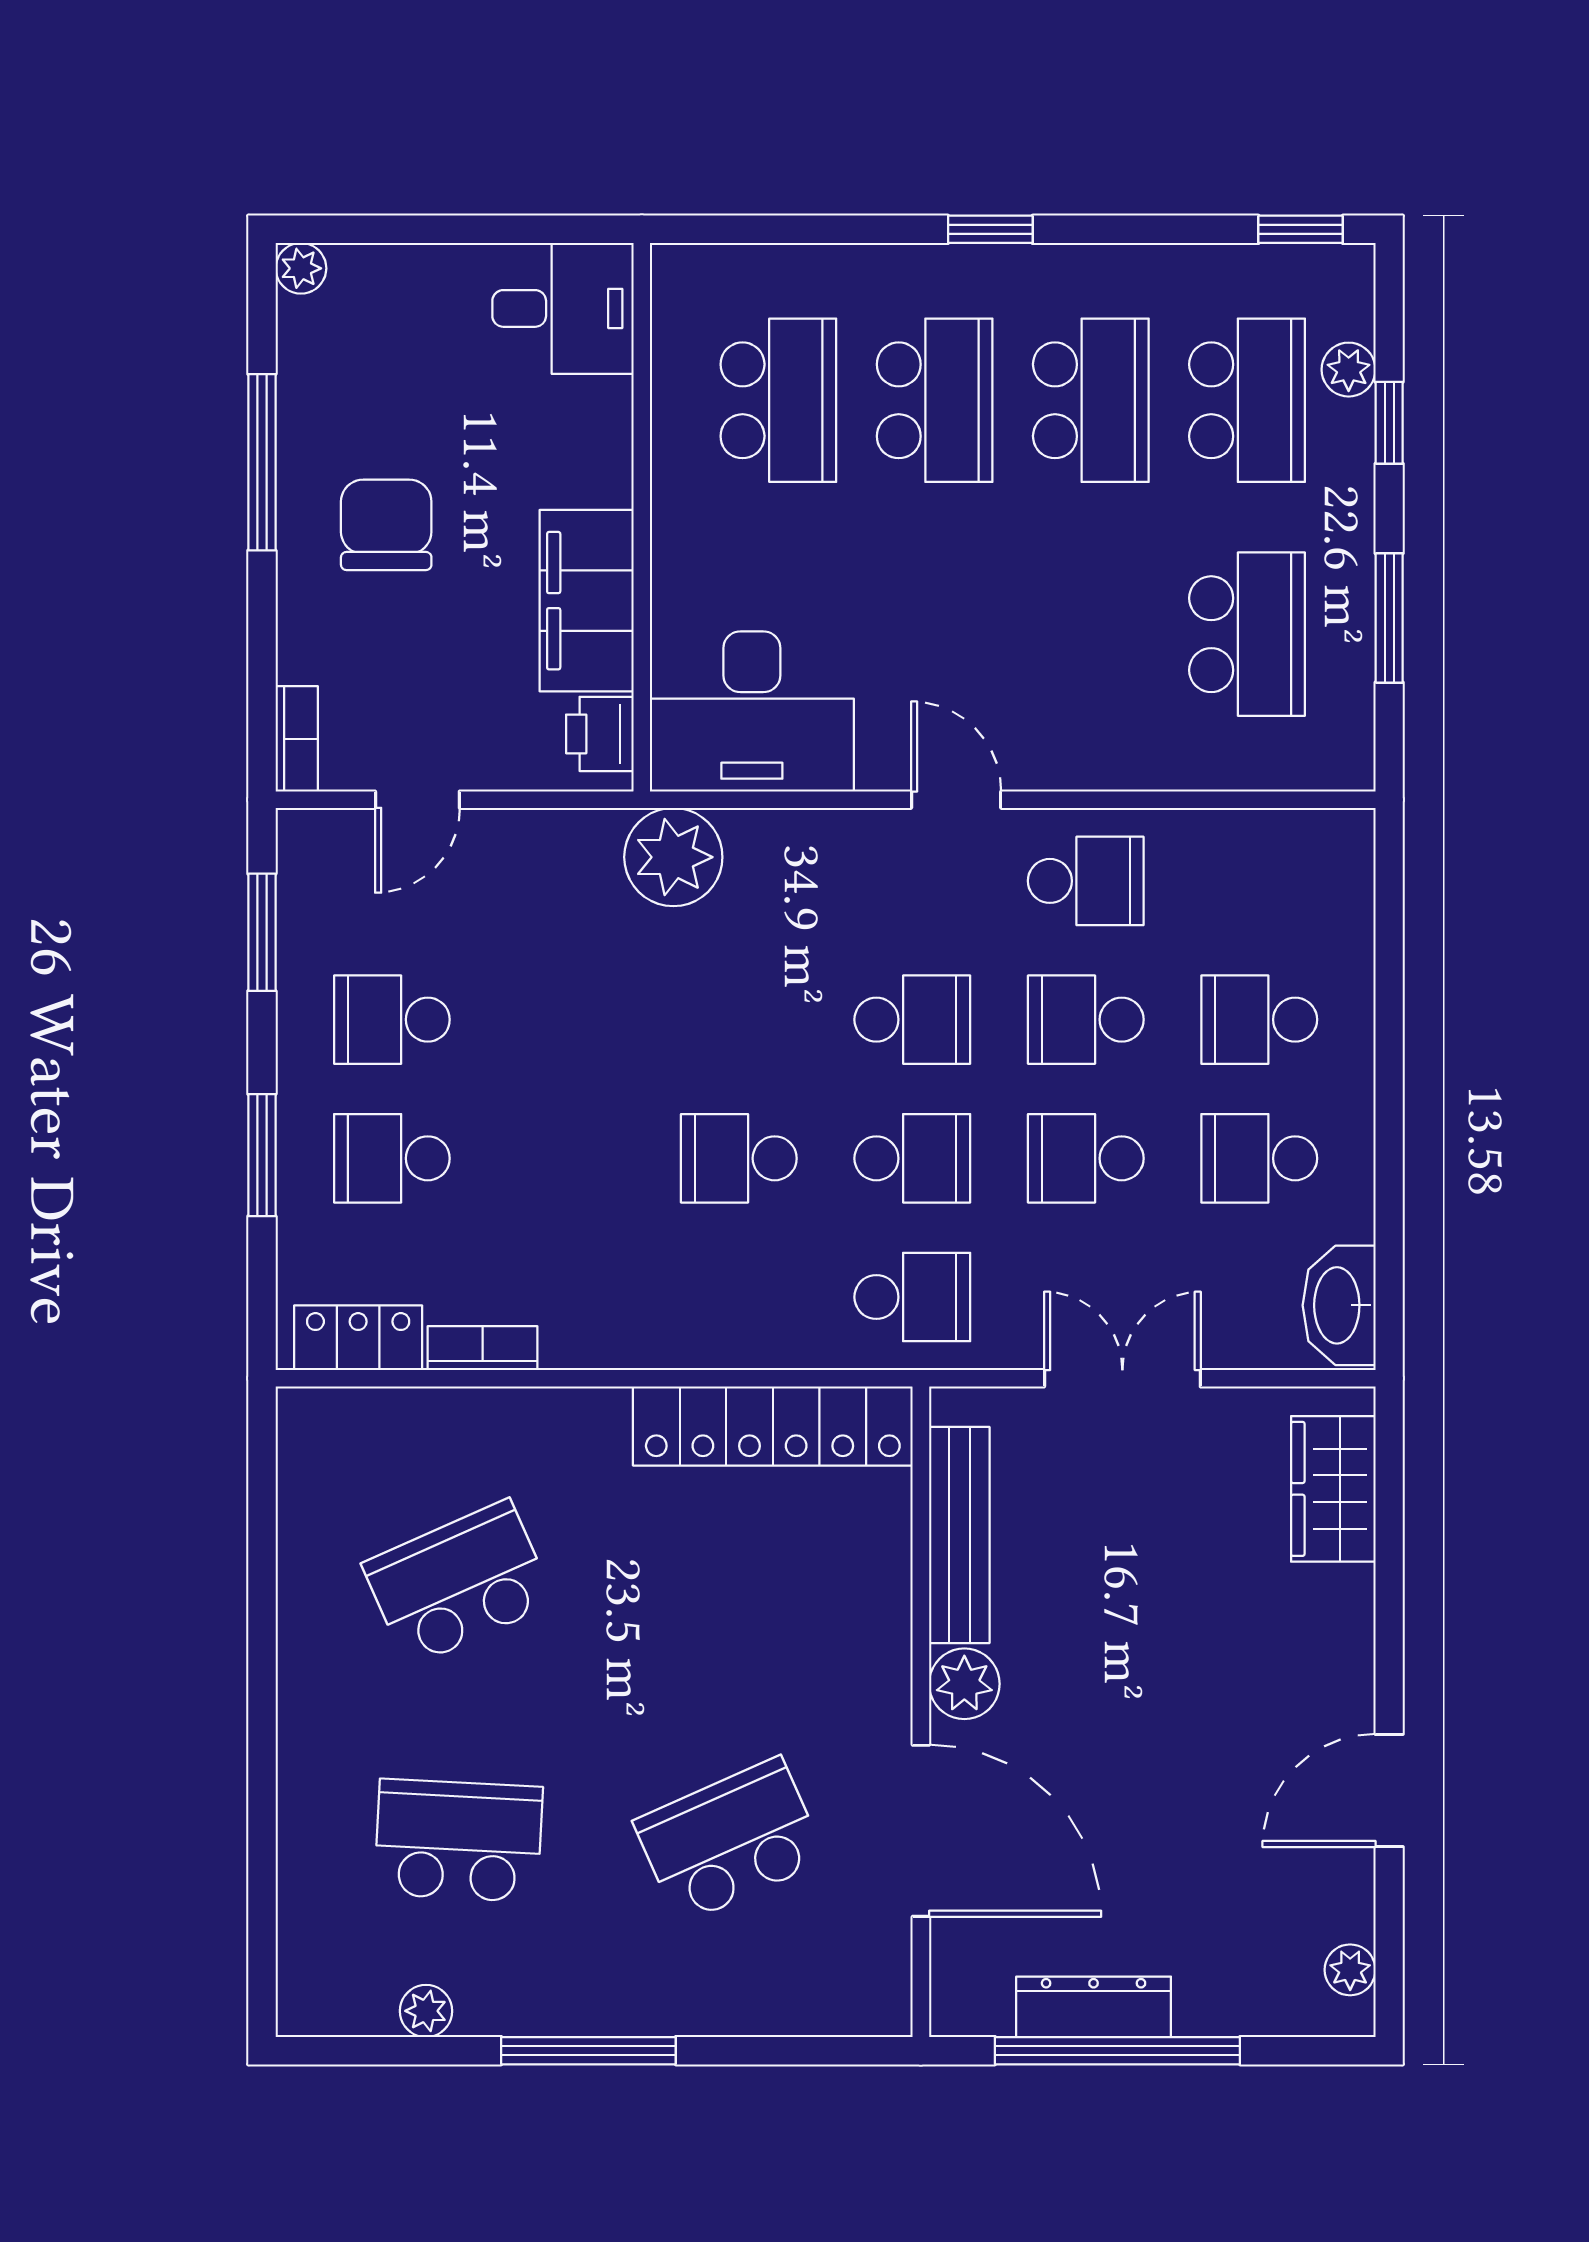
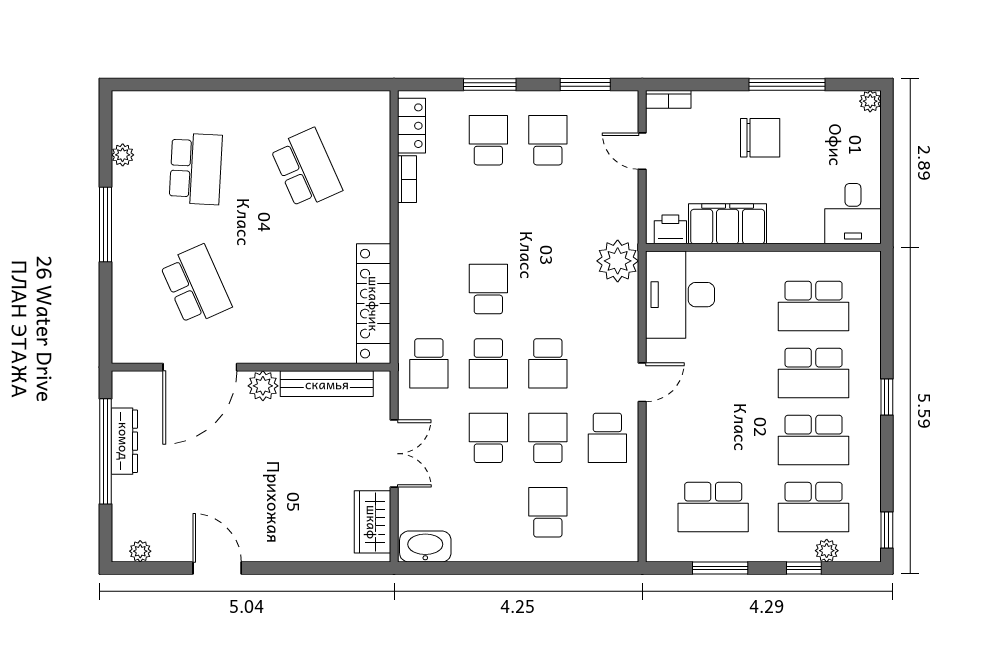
school desk: (1259, 1158) -> (488, 512), removed
wardrobe: (1333, 1489) -> (372, 522), moved, turned -90

